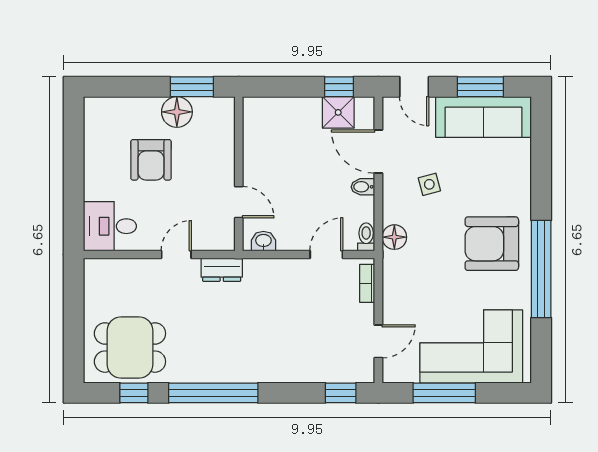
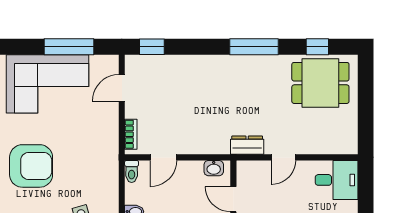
floor lamp: (394, 237) -> (109, 171), removed
window: (213, 393) -> (254, 47), width x0.68

